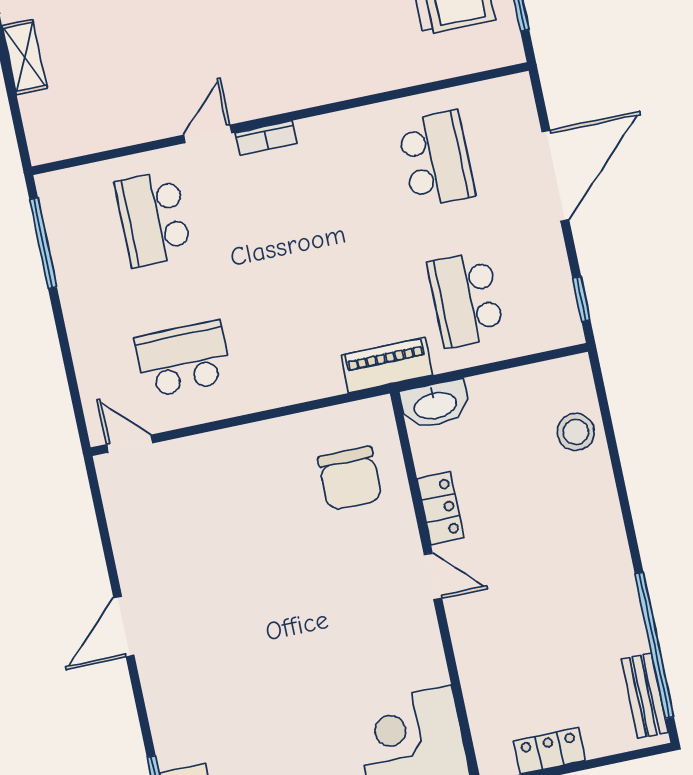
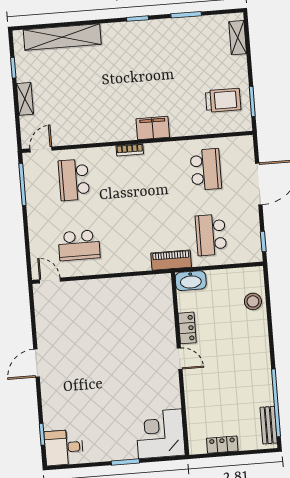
filing cabinet: (310, 84) -> (153, 128), added
door: (208, 134) -> (41, 149), moved
school desk: (183, 359) -> (79, 245), turned 180
chair: (350, 478) -> (148, 309), removed

